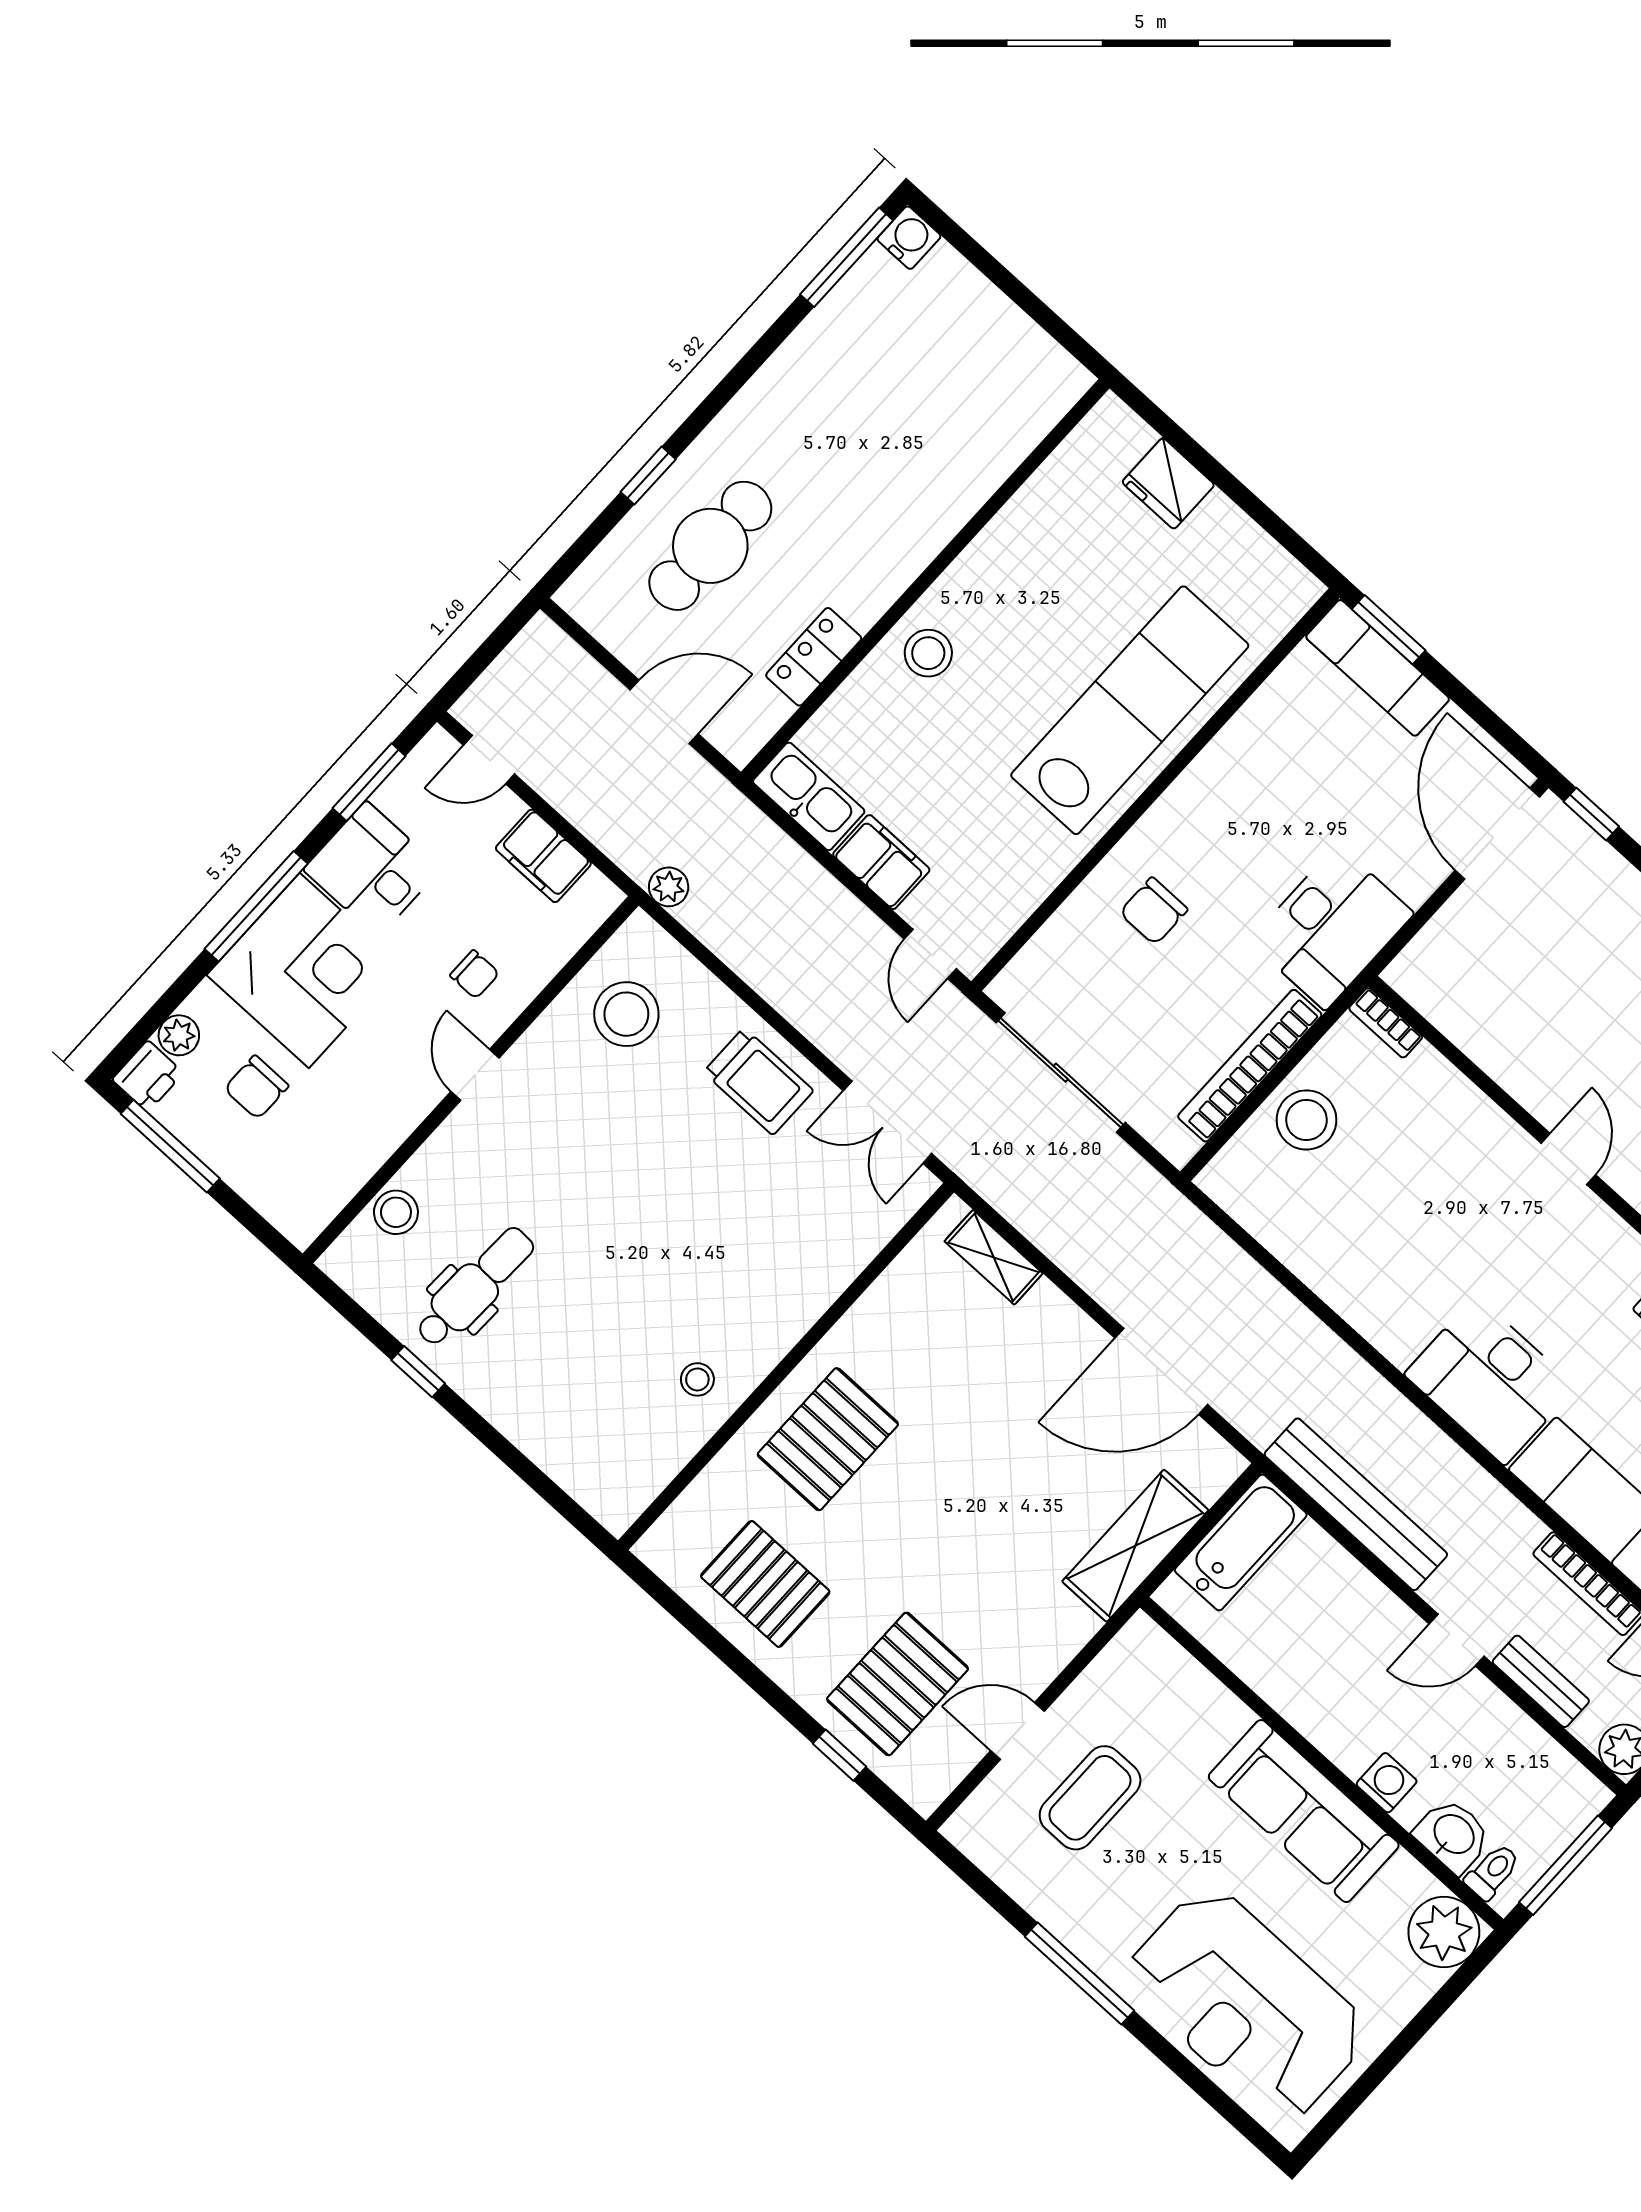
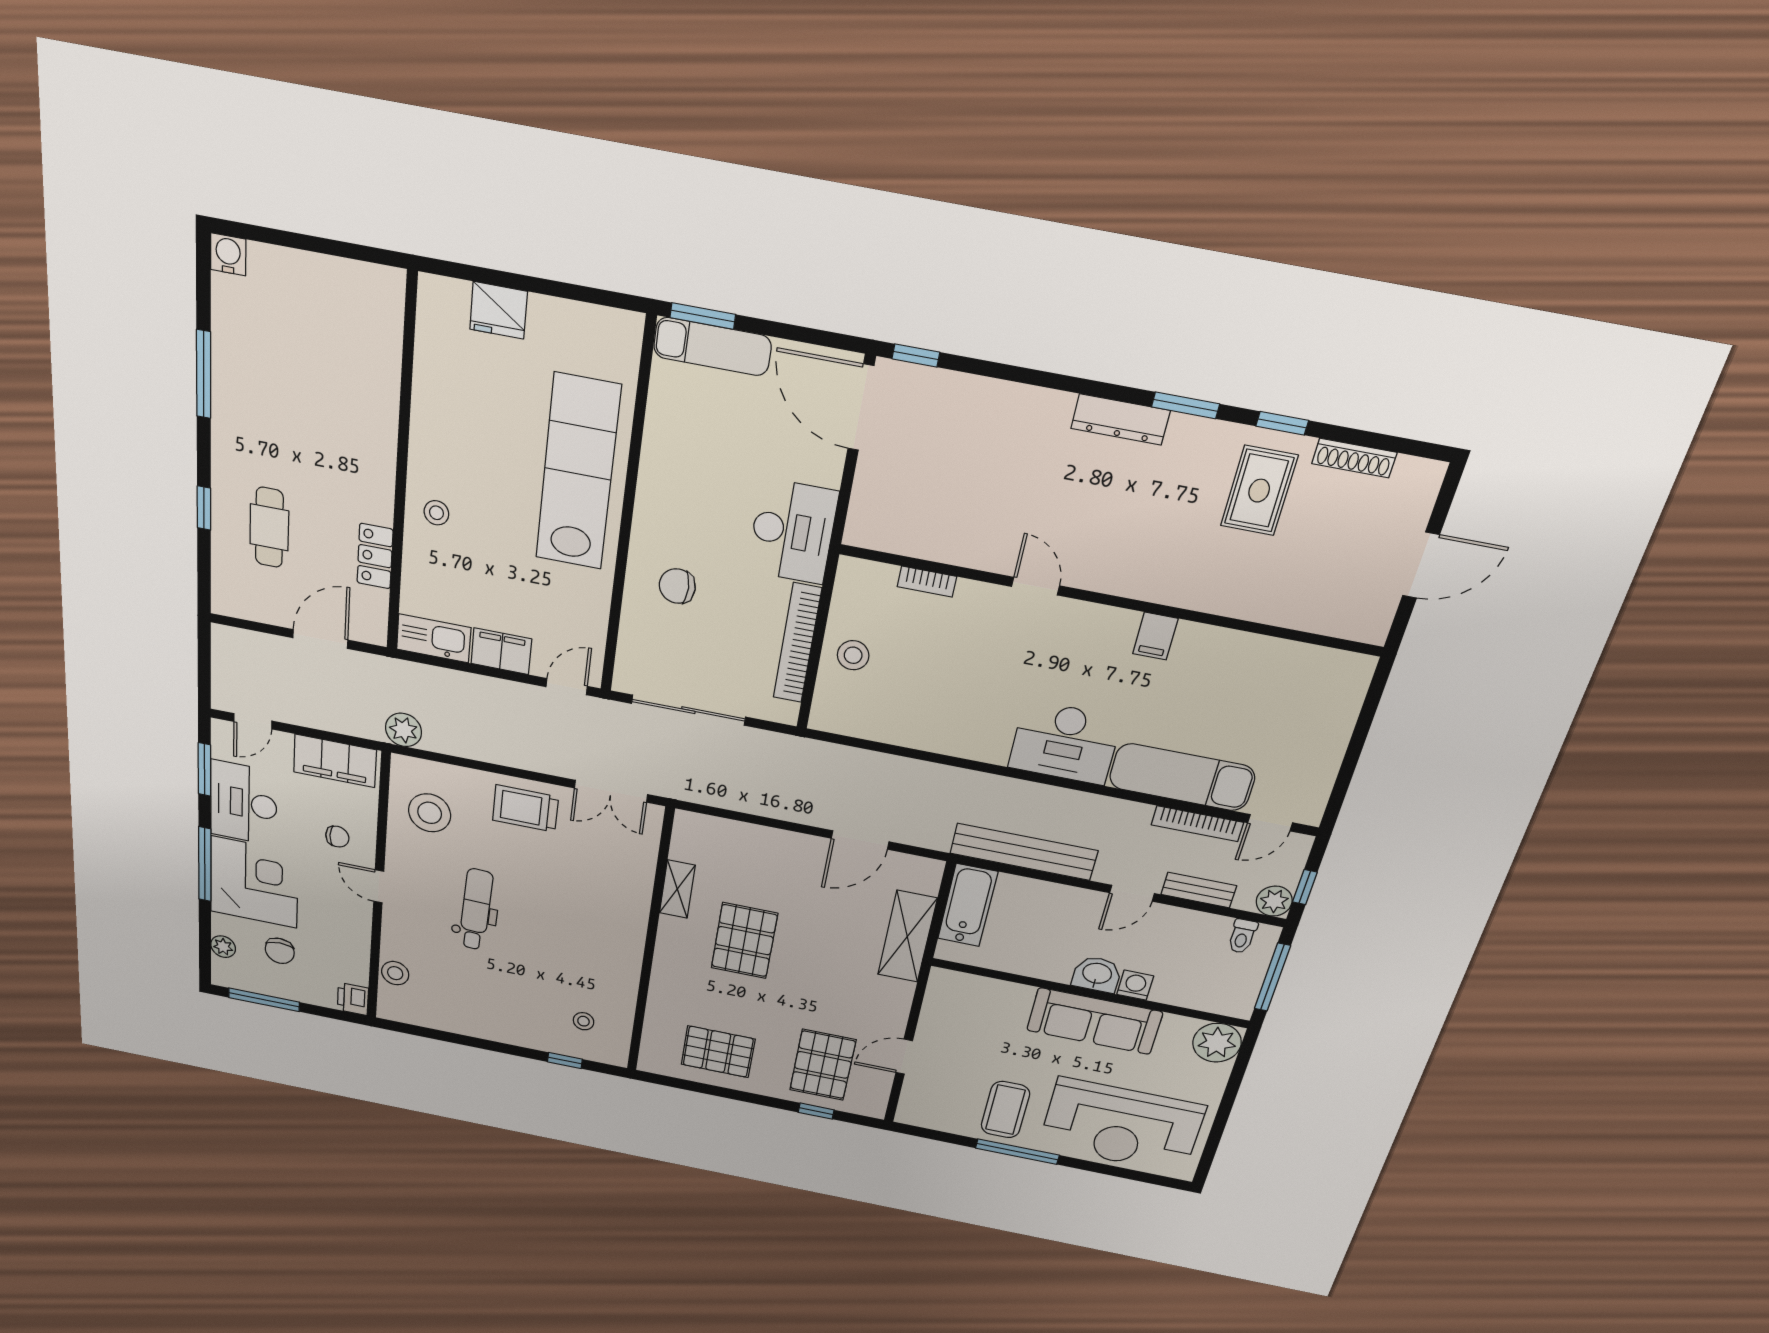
window: (847, 257) -> (204, 374), moved
cafe table: (710, 546) -> (269, 527), width x0.73, depth x0.74
stool: (928, 653) -> (436, 513), width x0.73, depth x0.73
filing cabinet: (543, 856) -> (335, 761), width x1.50, depth x1.17
desk: (372, 869) -> (244, 803), width x1.37
plant: (669, 887) -> (404, 730), width x1.38, depth x1.38
chair: (1154, 911) -> (677, 586), turned 90
door: (930, 954) -> (567, 687), swing flipped
bookcase: (1386, 1023) -> (927, 582), moved
printer: (148, 1076) -> (353, 999), moved, turned 180
trolley: (758, 1081) -> (525, 809), turned 180
stool: (1306, 1120) -> (853, 655), width x0.73, depth x0.73
shelving: (994, 1257) -> (677, 889), moved, turned 90
dental chair: (475, 1287) -> (476, 909), moved
door: (1161, 1371) -> (860, 840), width x0.73
window: (418, 1372) -> (565, 1060), moved
stool: (697, 1379) -> (584, 1021), moved
pallet: (828, 1439) -> (744, 941), moved
coffee table: (1090, 1798) -> (1005, 1110), moved
washbasin: (1453, 1835) -> (1097, 974), moved
toilet: (1493, 1872) -> (1242, 936), moved, turned 180

